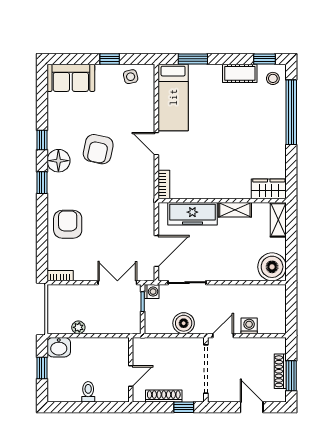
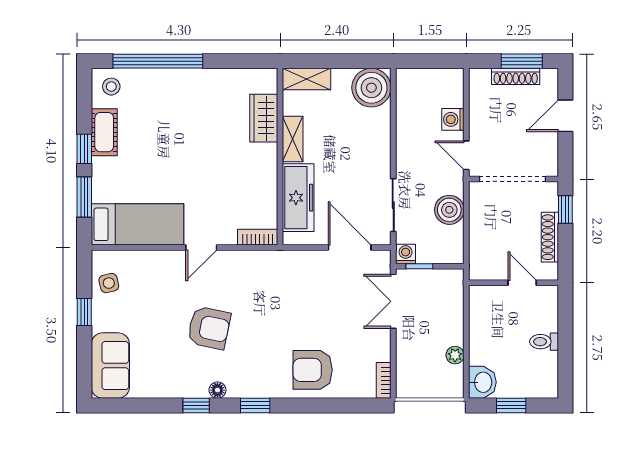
window: (265, 59) -> (84, 149), moved
floor lamp: (58, 161) -> (217, 390), width x0.53, depth x0.53
wardrobe: (269, 189) -> (264, 118), moved

